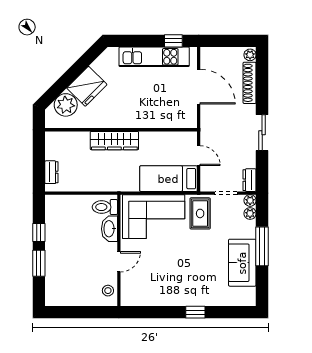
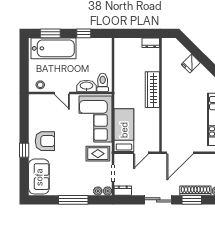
fridge: (87, 86) -> (191, 64), width x0.53, depth x0.75
door: (199, 87) -> (180, 153), moved
window: (262, 88) -> (192, 200), added
plant: (66, 105) -> (179, 53), removed
dresser: (51, 172) -> (151, 43), moved
window: (39, 263) -> (50, 33), moved
sofa: (242, 263) -> (39, 177), moved, turned 90
bathtub: (59, 273) -> (54, 48), added
armchair: (183, 284) -> (45, 141), added

